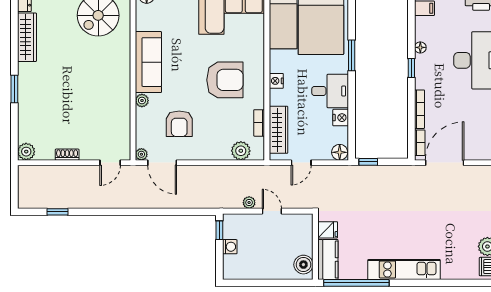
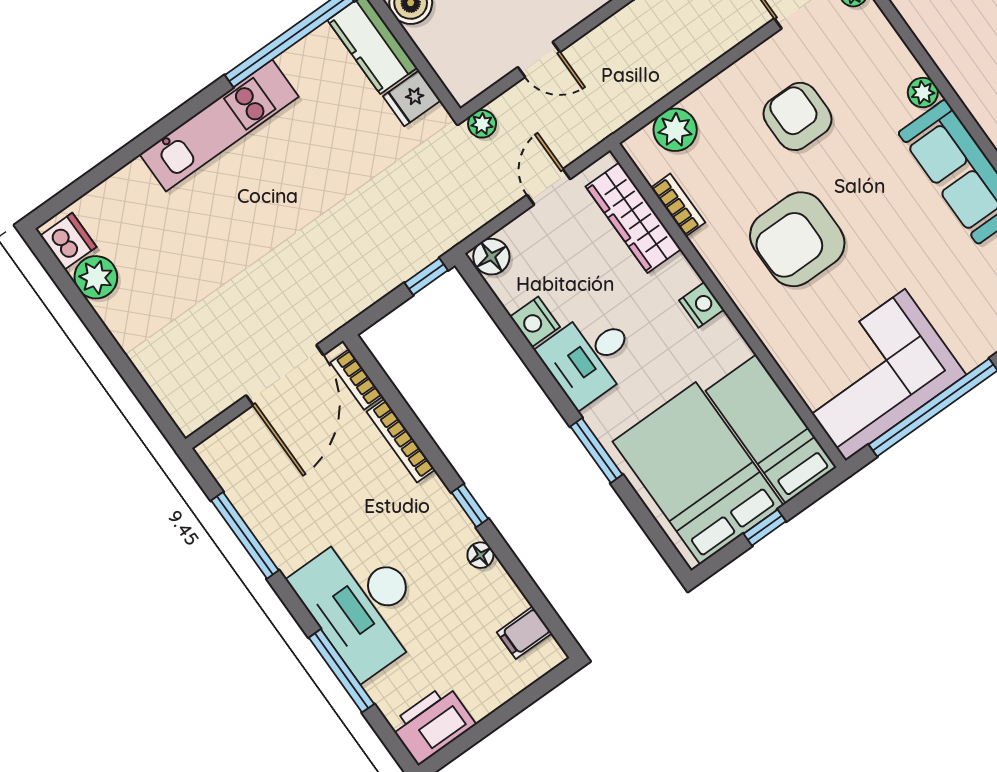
armchair: (179, 124) -> (797, 116), moved
plant: (249, 203) -> (482, 124), moved

